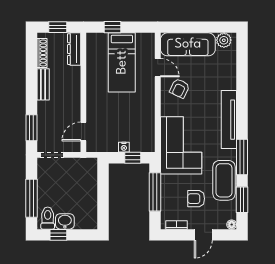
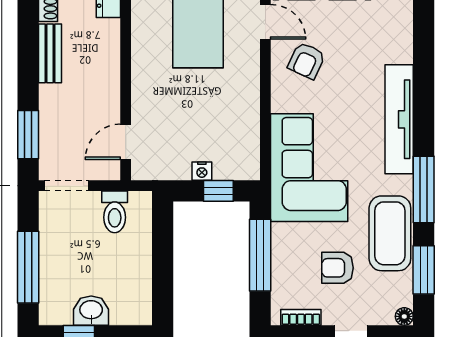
toilet: (48, 218) -> (115, 212), moved, turned 180

